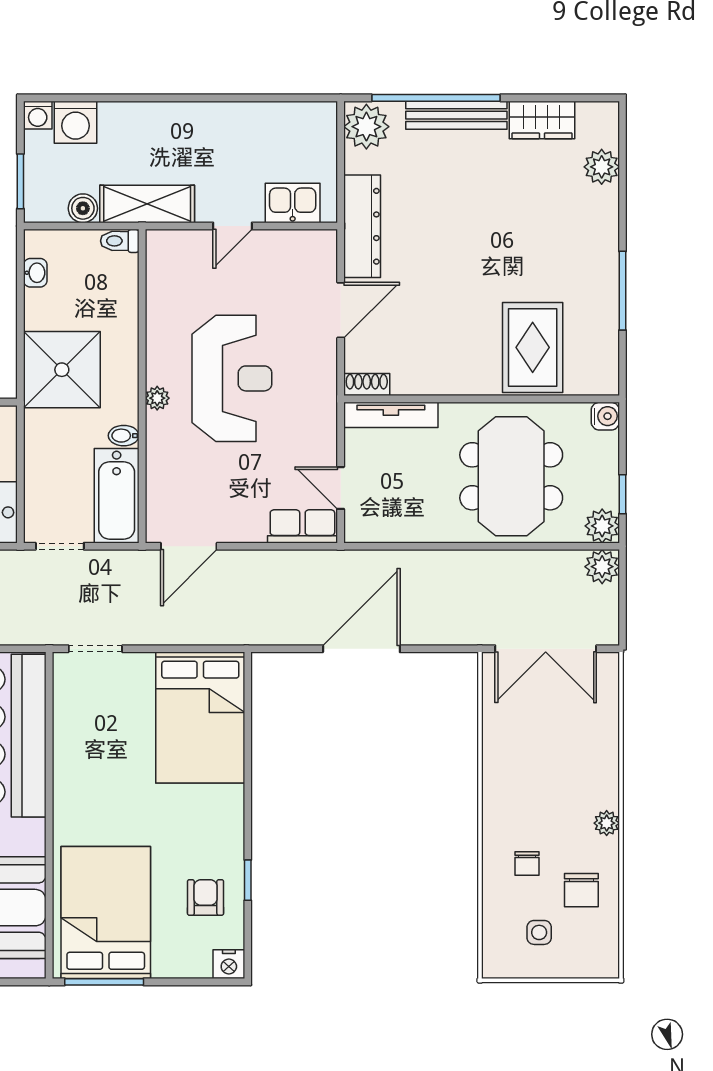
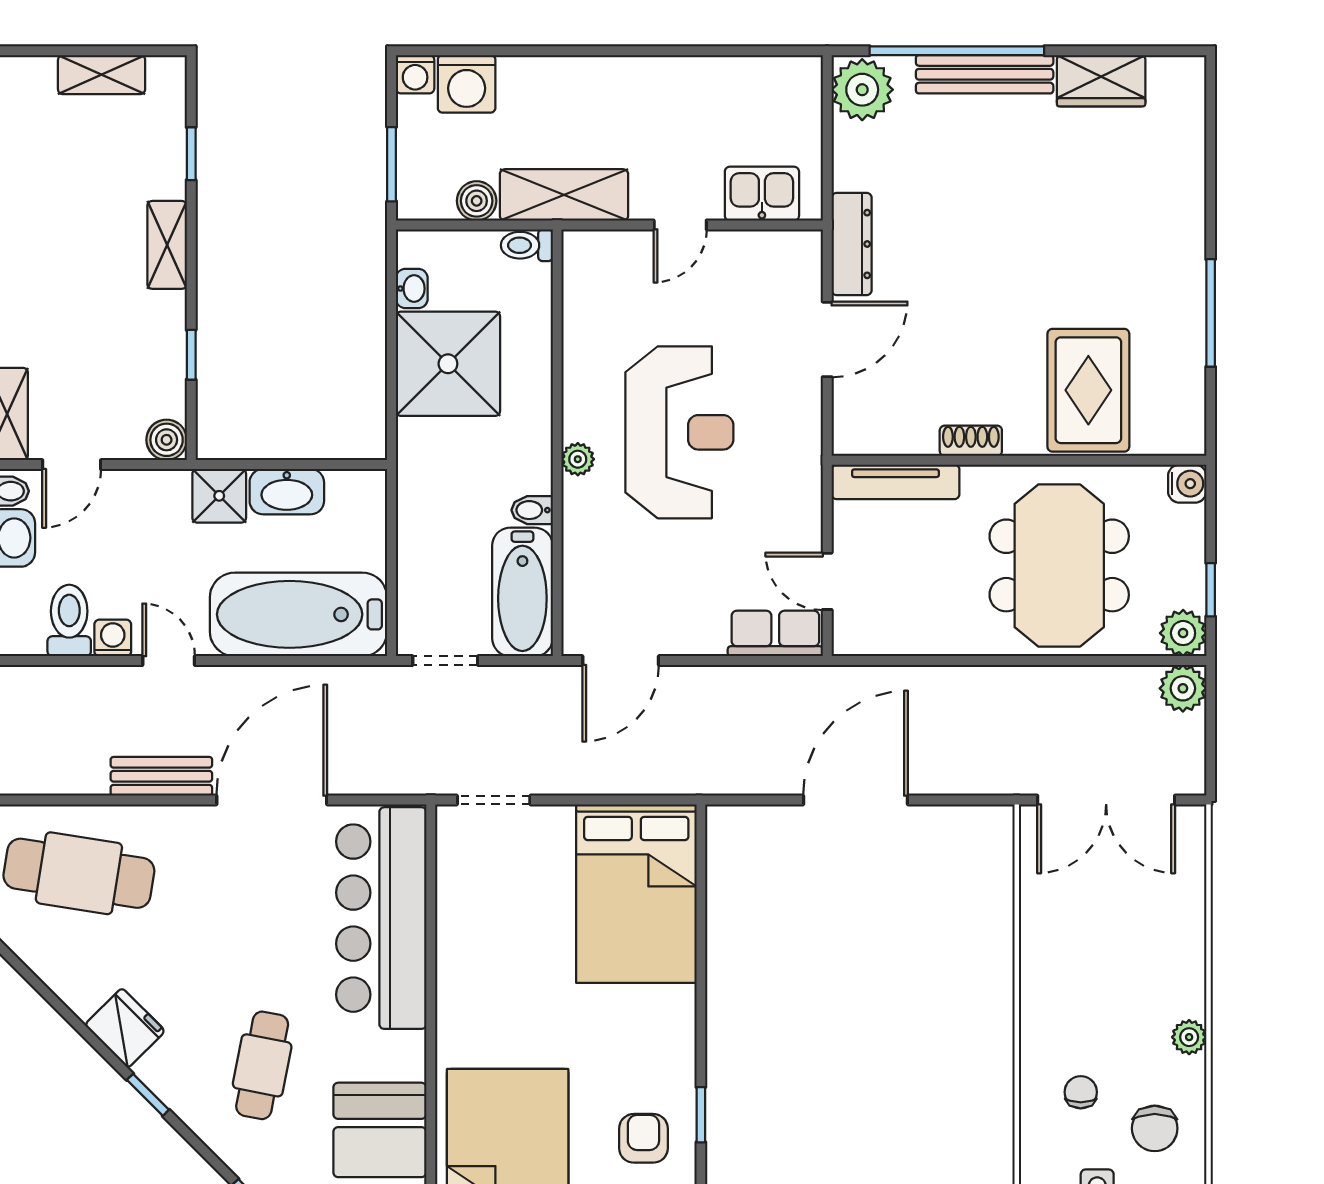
plant: (602, 167) -> (1182, 145), removed
dresser: (362, 226) -> (852, 244), width x0.73, depth x0.80
shower: (62, 370) -> (448, 364), moved
shoe rack: (367, 385) -> (971, 441), moved
chair: (527, 864) -> (1081, 1092), turned 180

